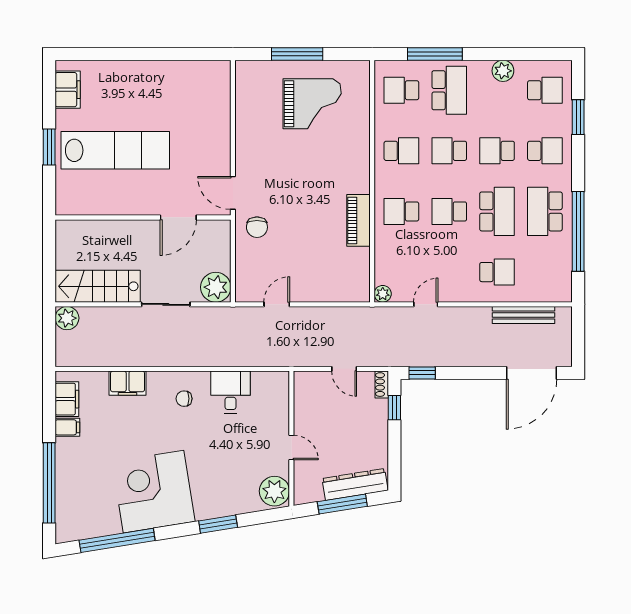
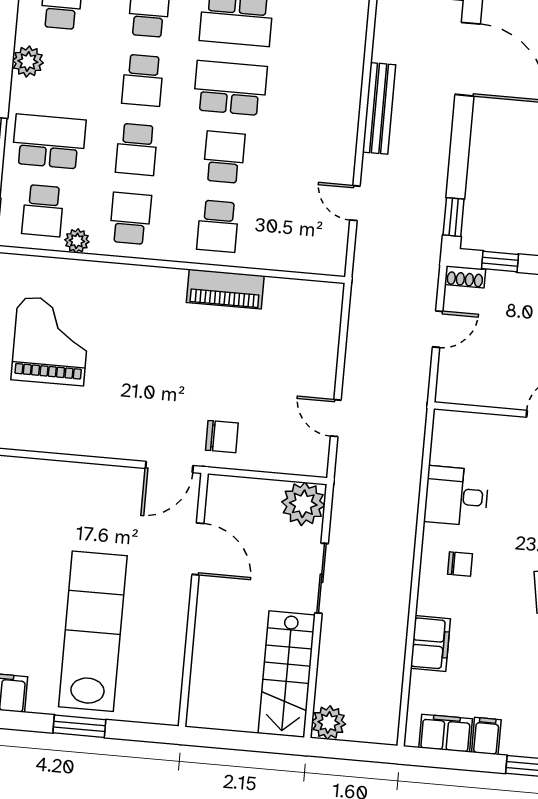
school desk: (449, 211) -> (224, 157), turned 180
school desk: (497, 272) -> (318, 96), removed
plant: (383, 294) -> (77, 241), moved
bench: (523, 315) -> (379, 108), moved
chair: (184, 399) -> (460, 564), turned -90

